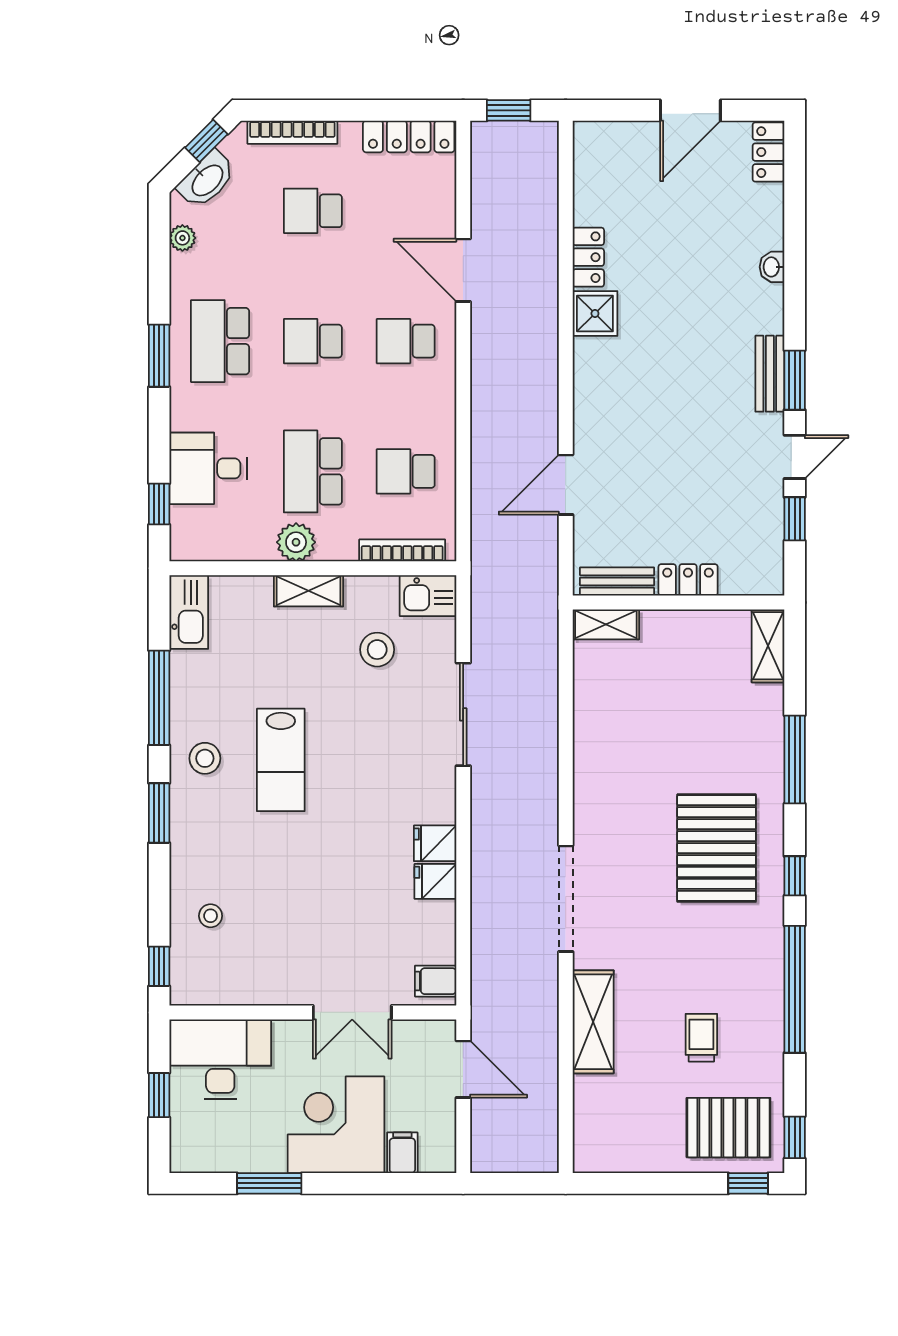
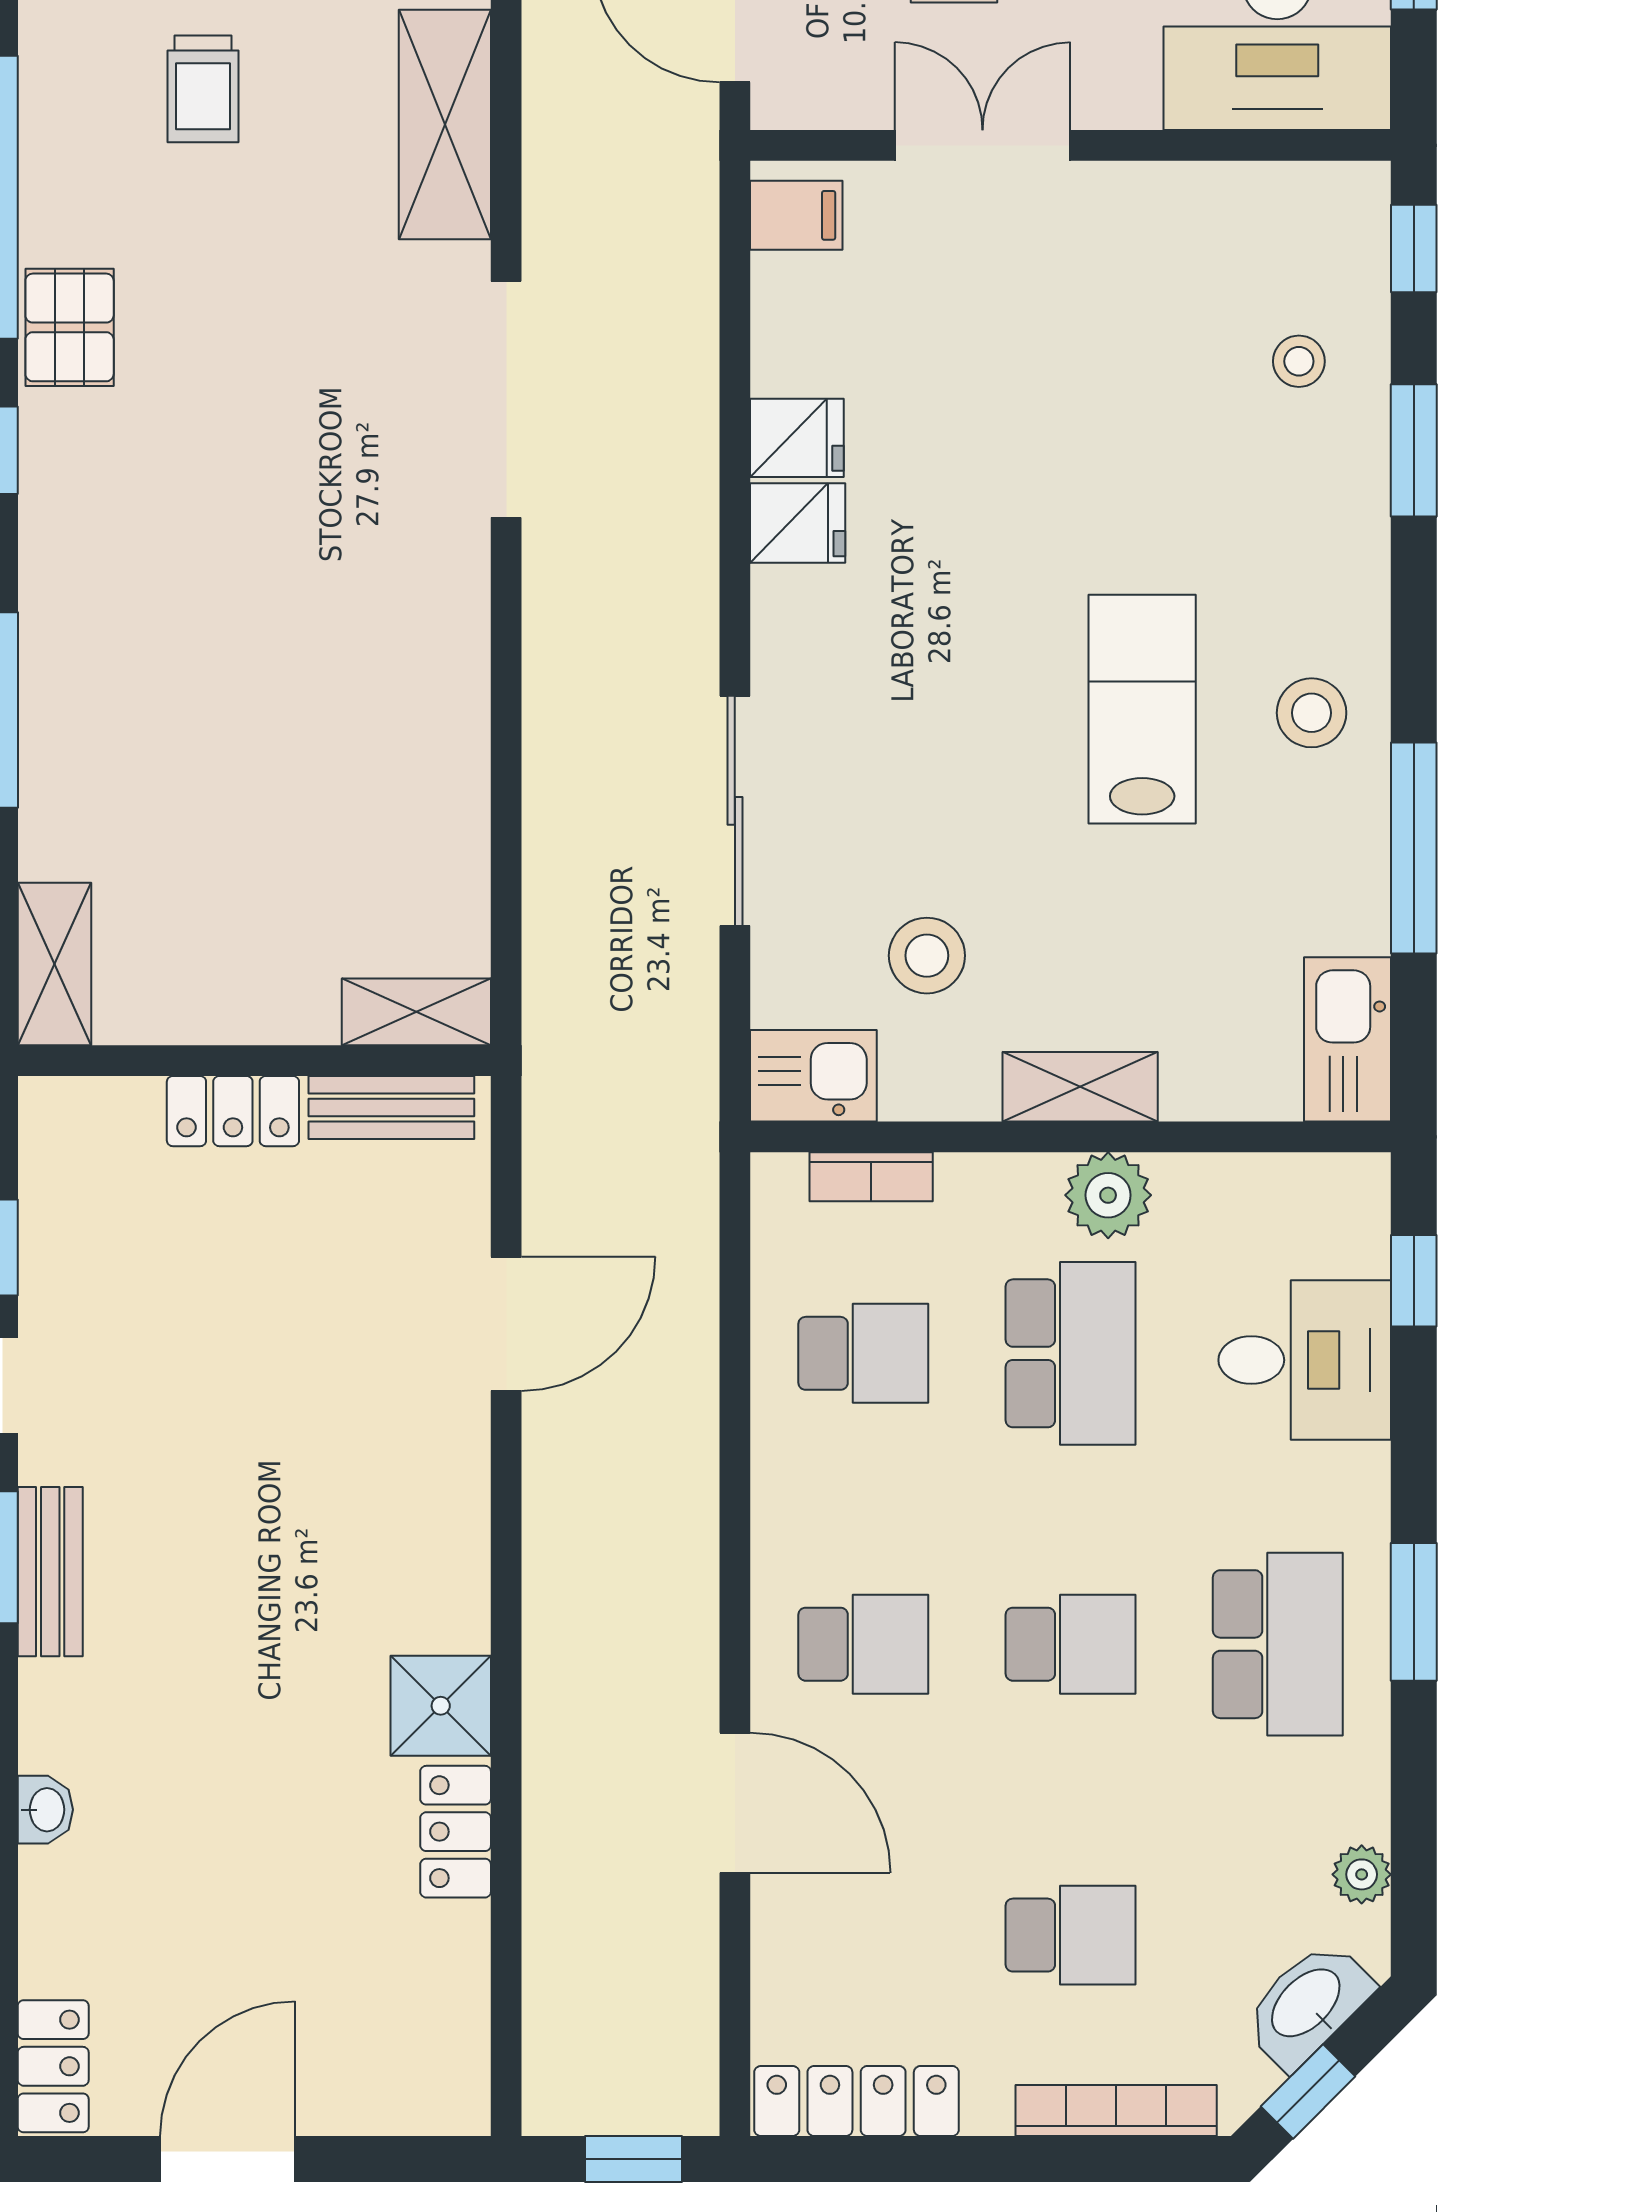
bookcase: (402, 550) -> (871, 1177), width x0.64
window: (159, 813) -> (1414, 450), moved
pallet: (717, 848) -> (70, 327), moved, width x0.49, depth x0.50

